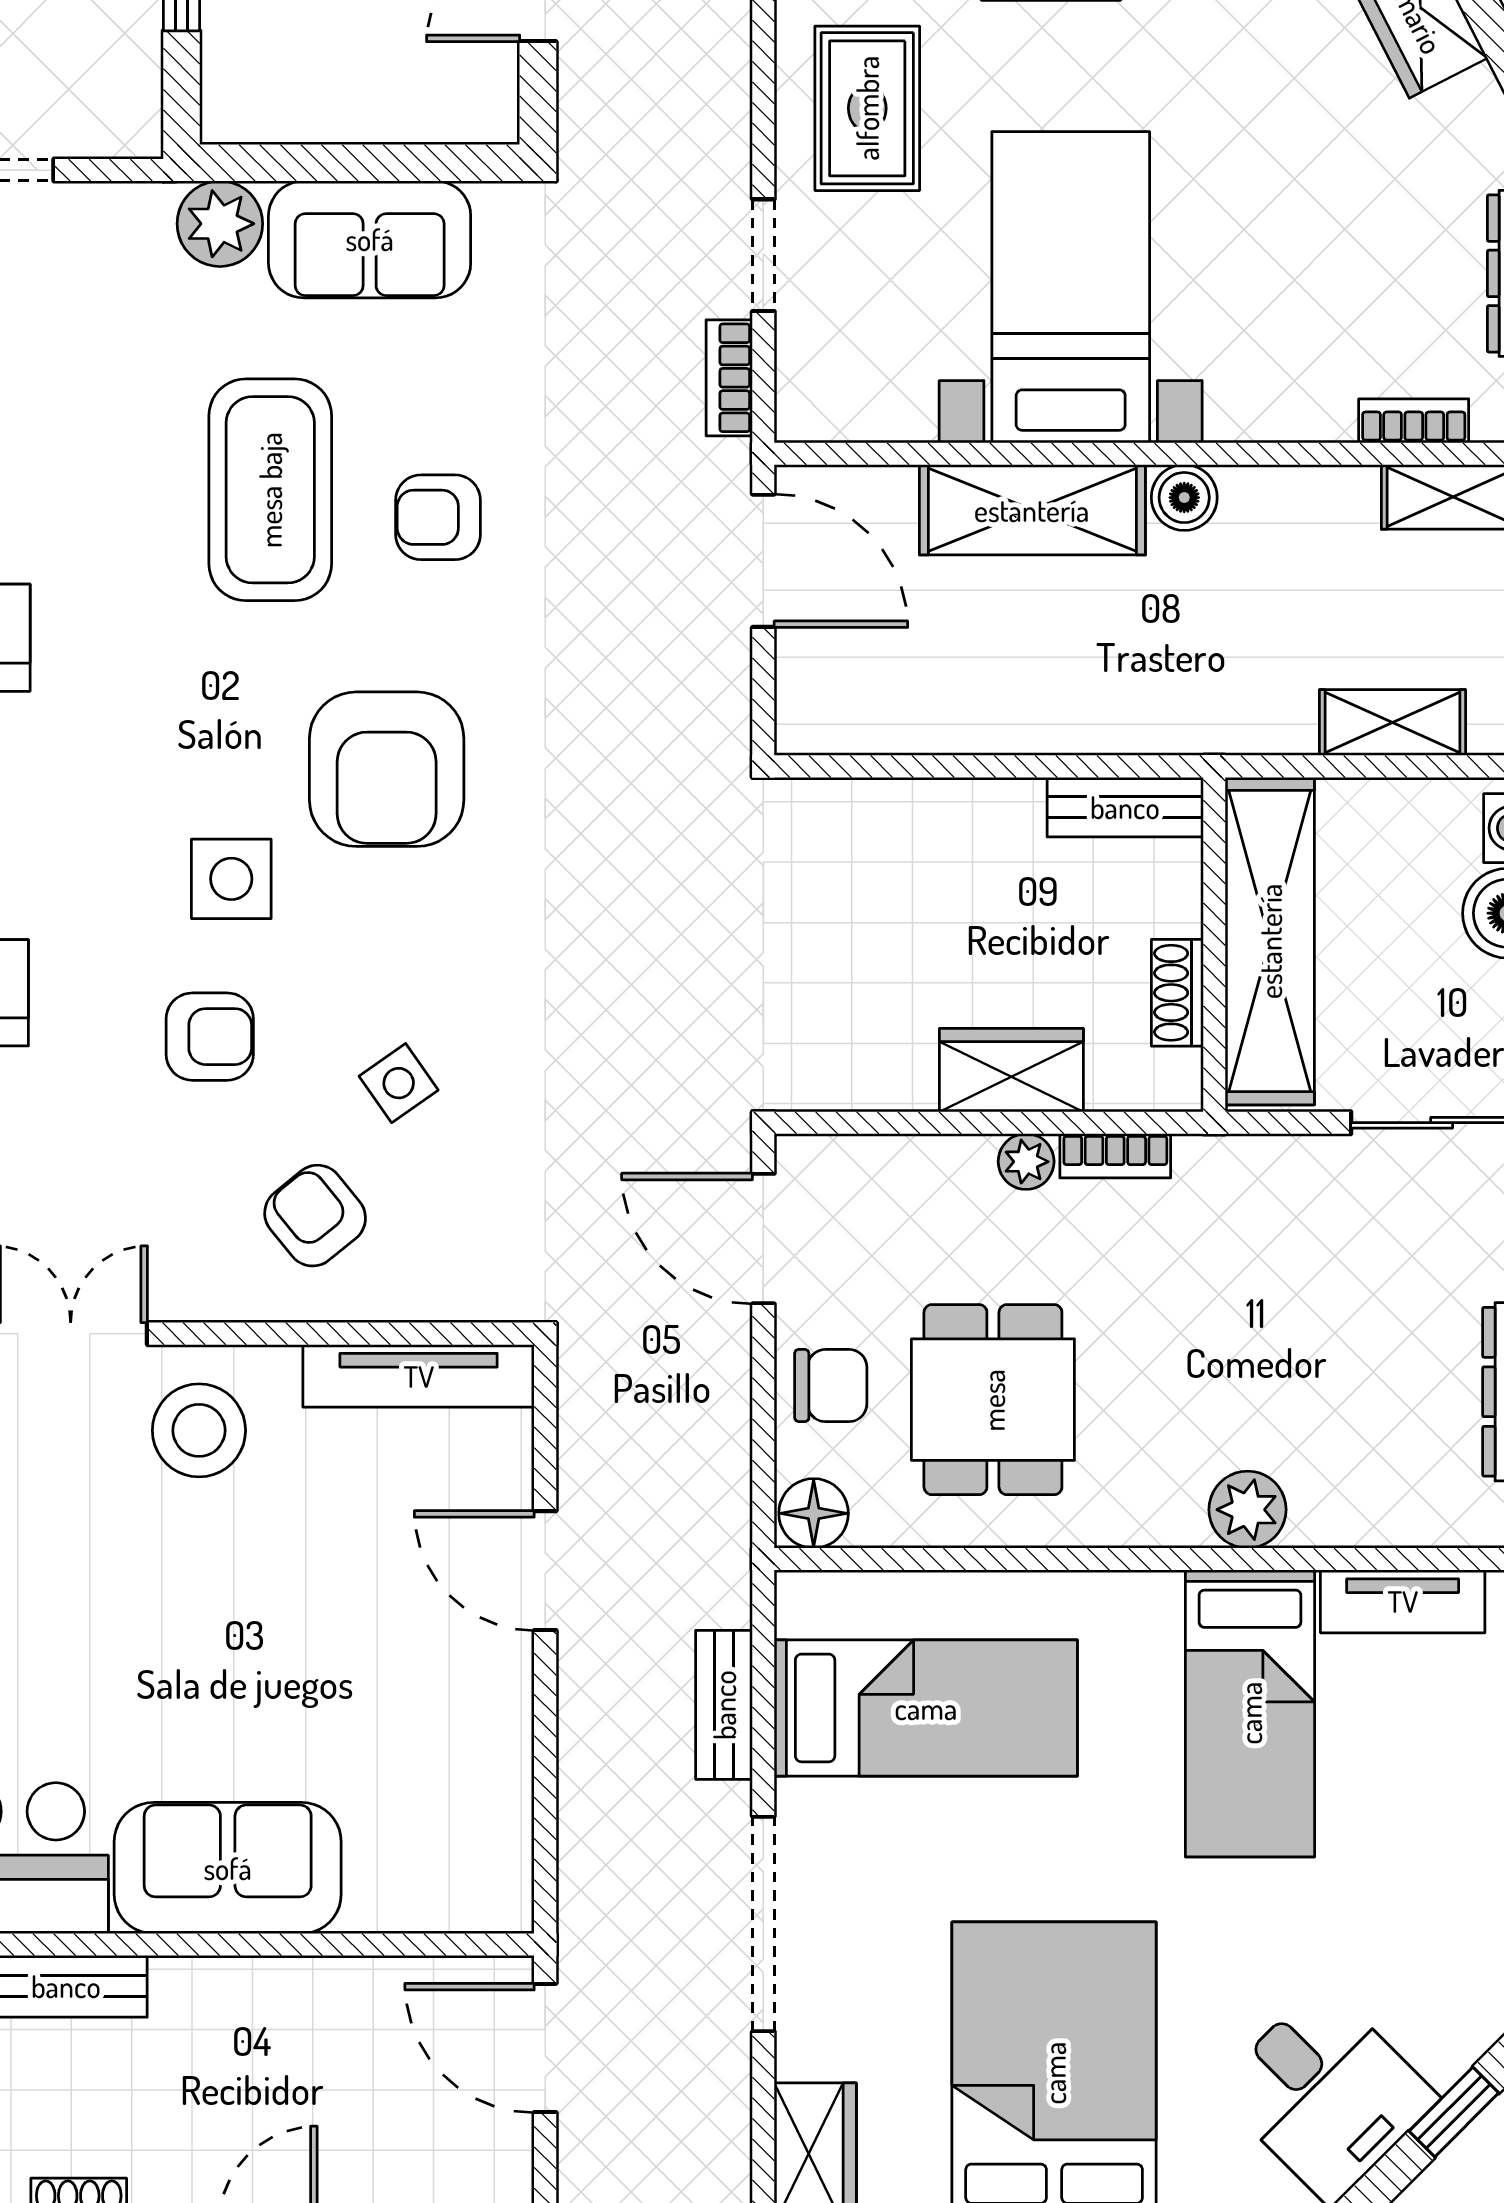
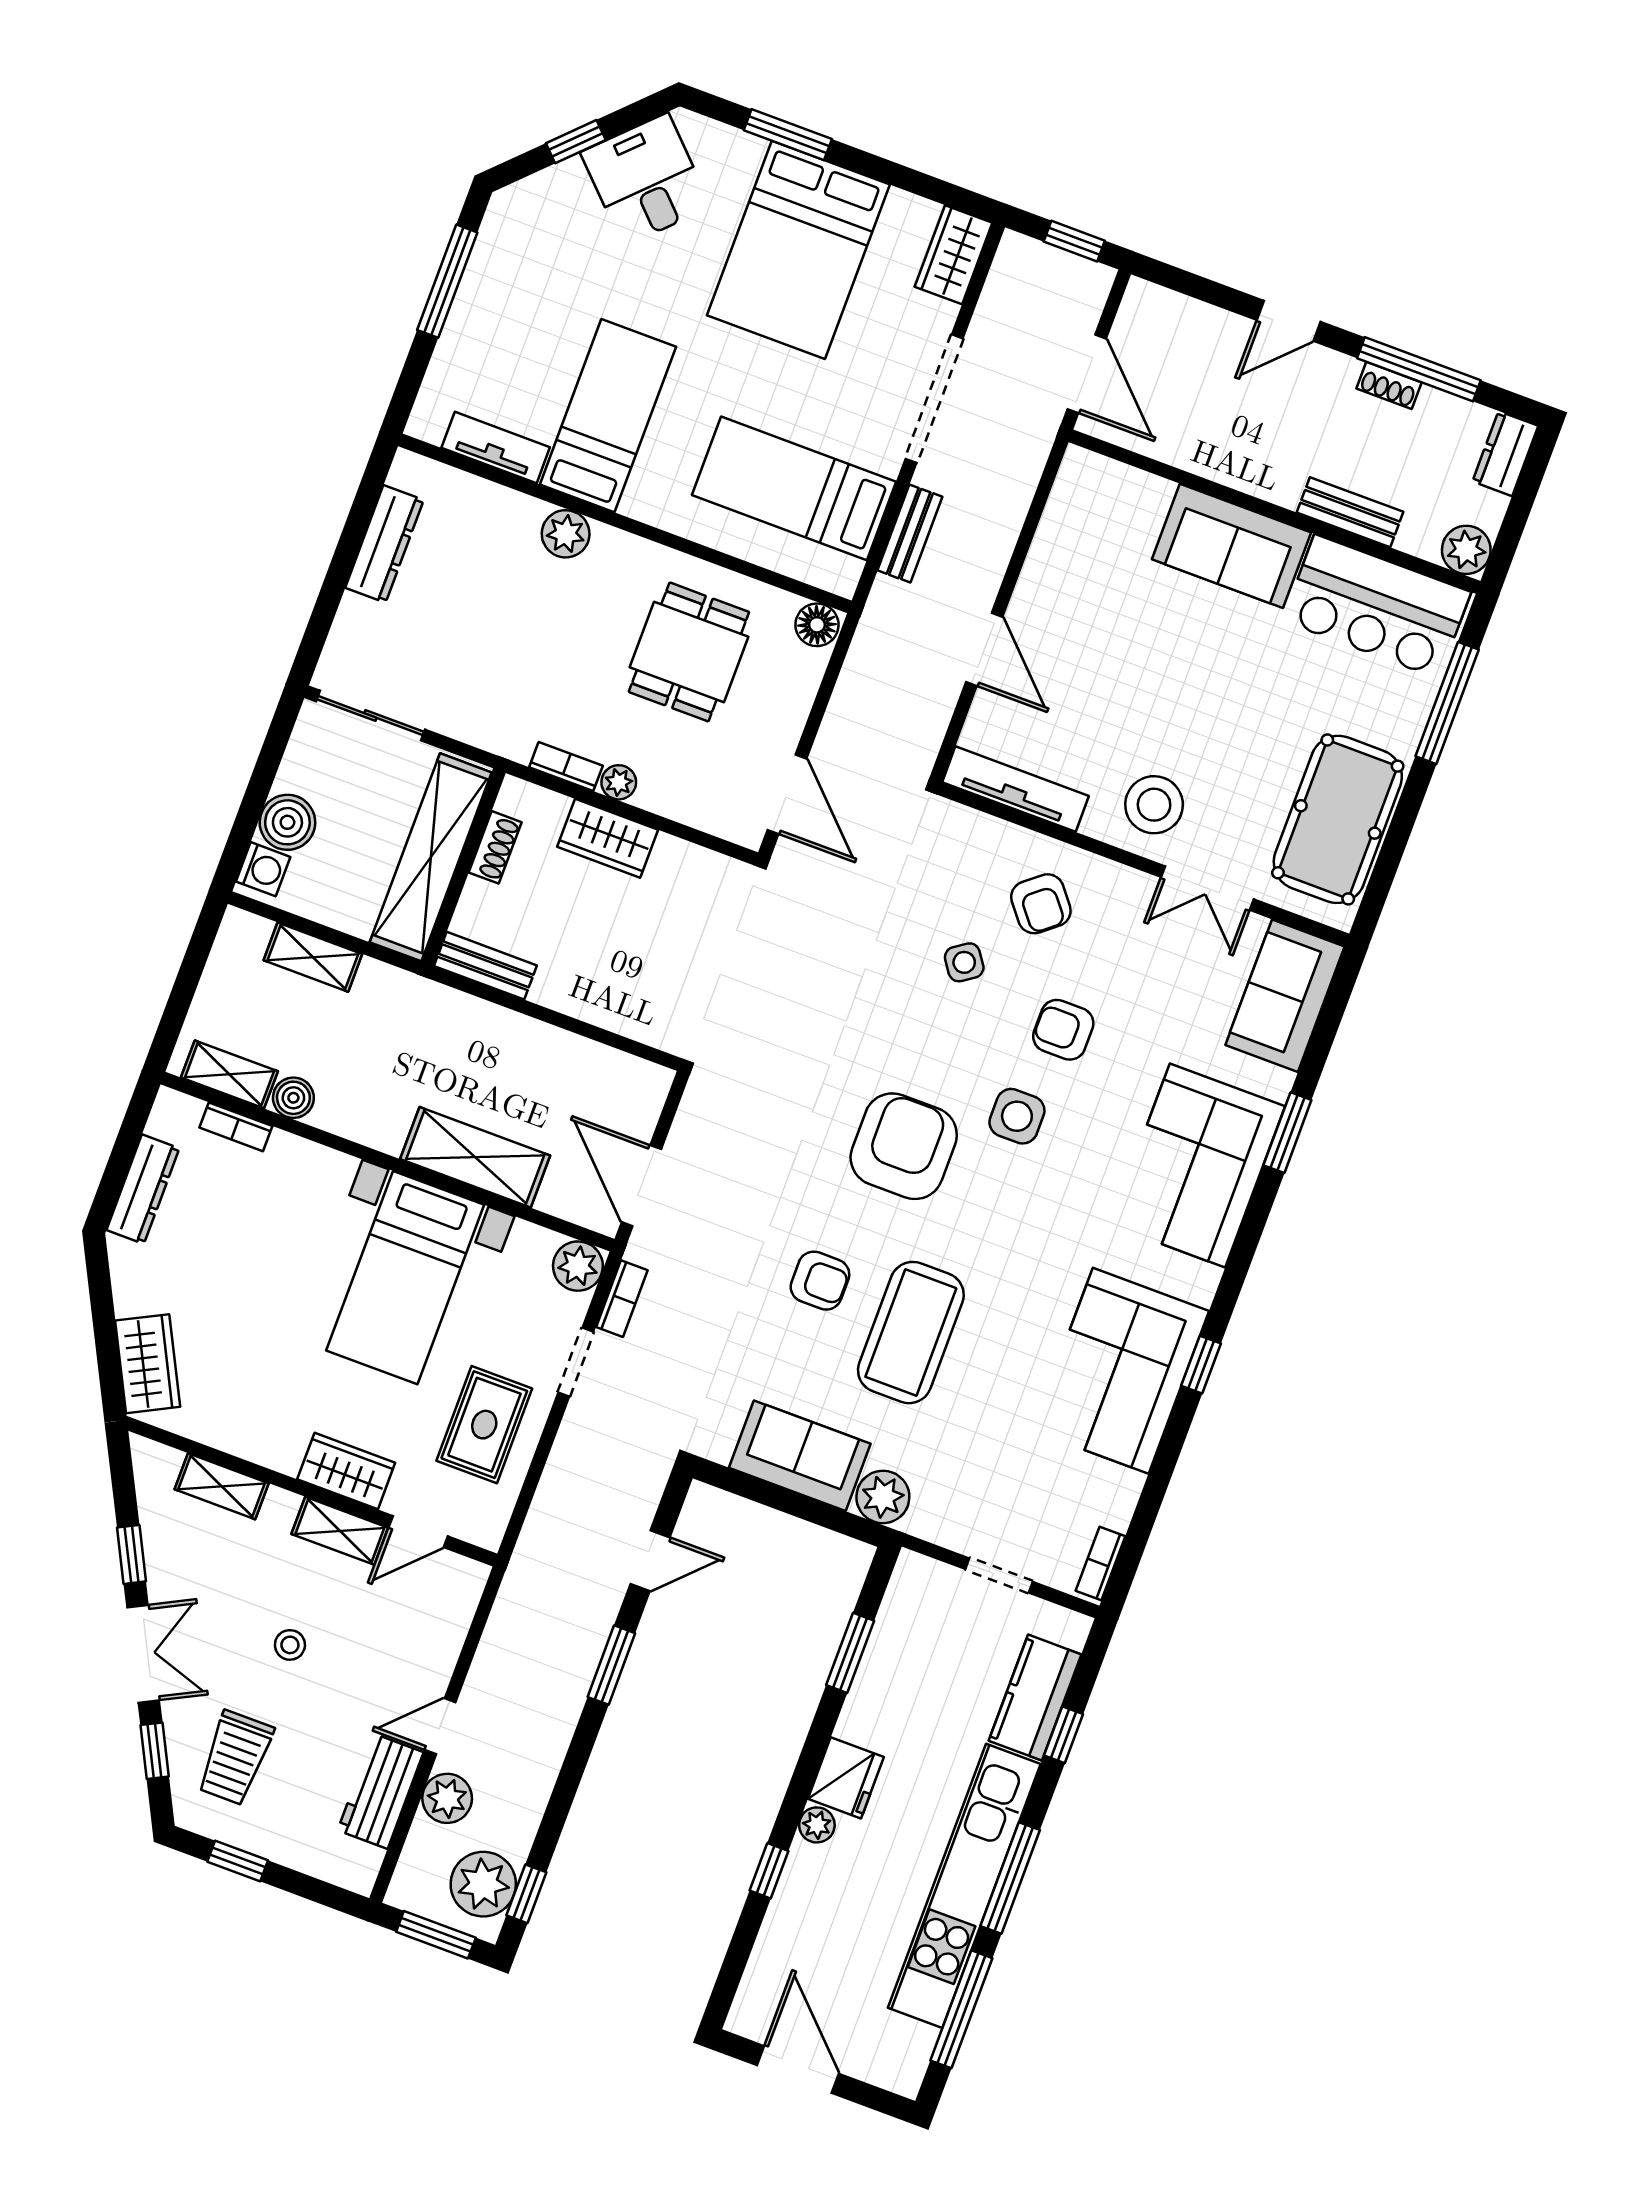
plant: (814, 403) -> (578, 1266), added
boiler: (1184, 498) -> (293, 1098), moved
chair: (831, 1386) -> (780, 695), removed

